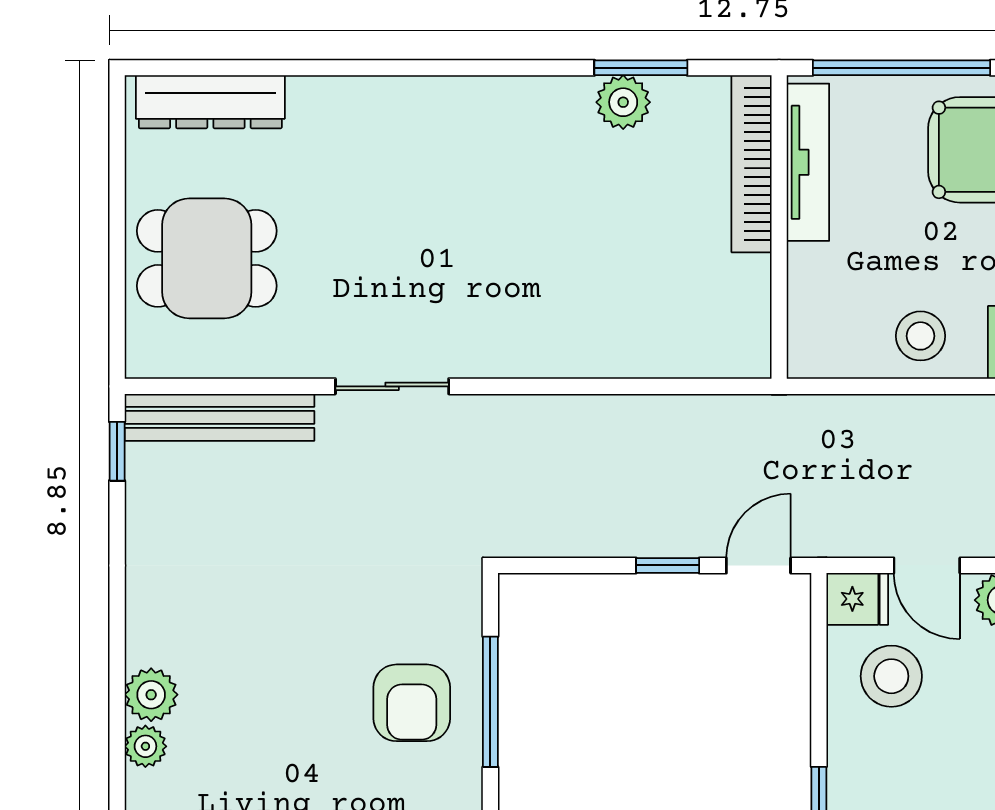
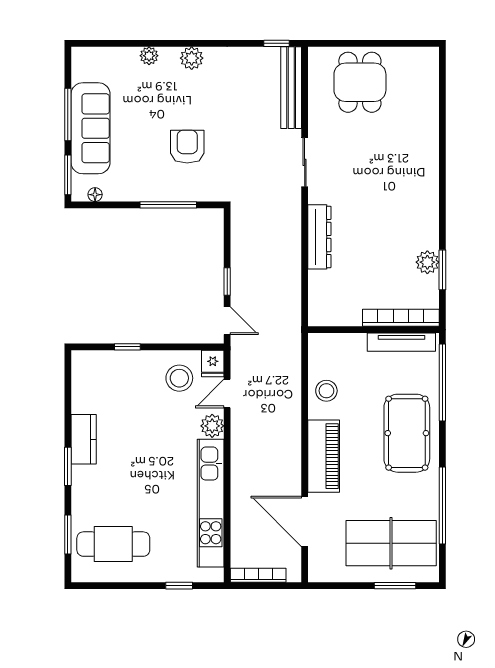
dresser: (210, 102) -> (319, 237), moved, turned 180
plant: (151, 695) -> (192, 58), moved
armchair: (412, 703) -> (187, 147), moved, turned 90

